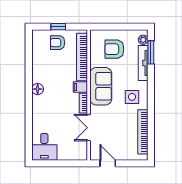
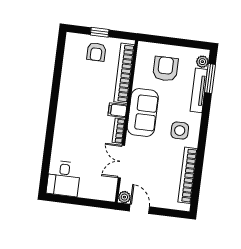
armchair: (58, 43) -> (96, 52), turned -90
armchair: (114, 49) -> (165, 69), turned 90
floor lamp: (38, 89) -> (64, 106), removed
plant: (95, 156) -> (124, 197), added

